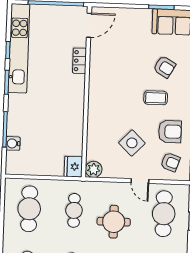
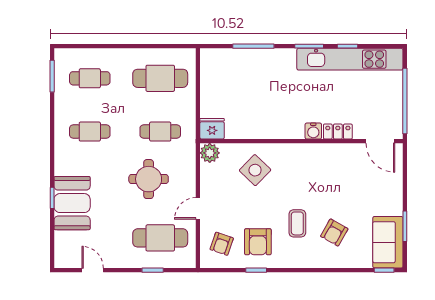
water cooler: (13, 143) -> (313, 131), moved, turned 180
side table: (132, 143) -> (255, 170), moved

